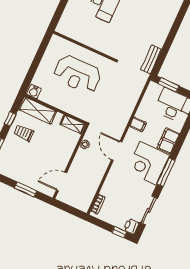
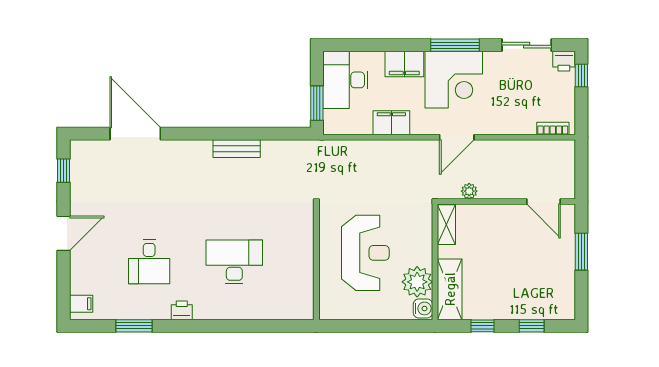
bench: (151, 59) -> (237, 149), moved
plant: (49, 95) -> (417, 282), added
filing cabinet: (138, 124) -> (391, 123), width x2.00
trolley: (24, 133) -> (495, 295), removed

